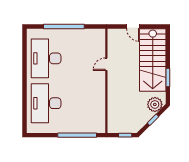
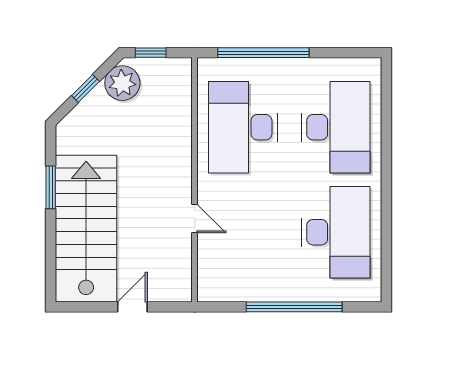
door: (133, 27) -> (132, 307), hinge flipped
door: (106, 64) -> (195, 218), hinge flipped
desk: (86, 103) -> (243, 127), added
plant: (155, 104) -> (122, 83), moved

